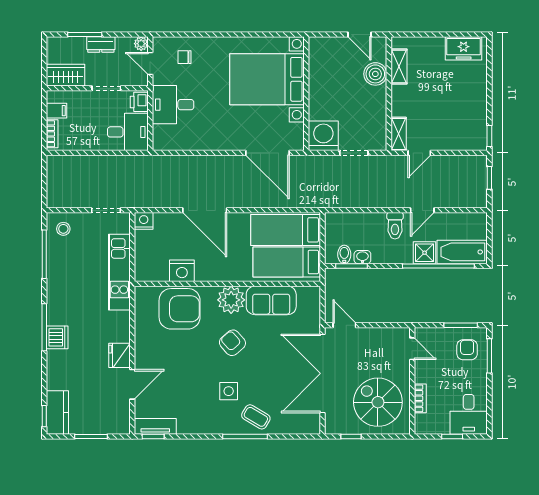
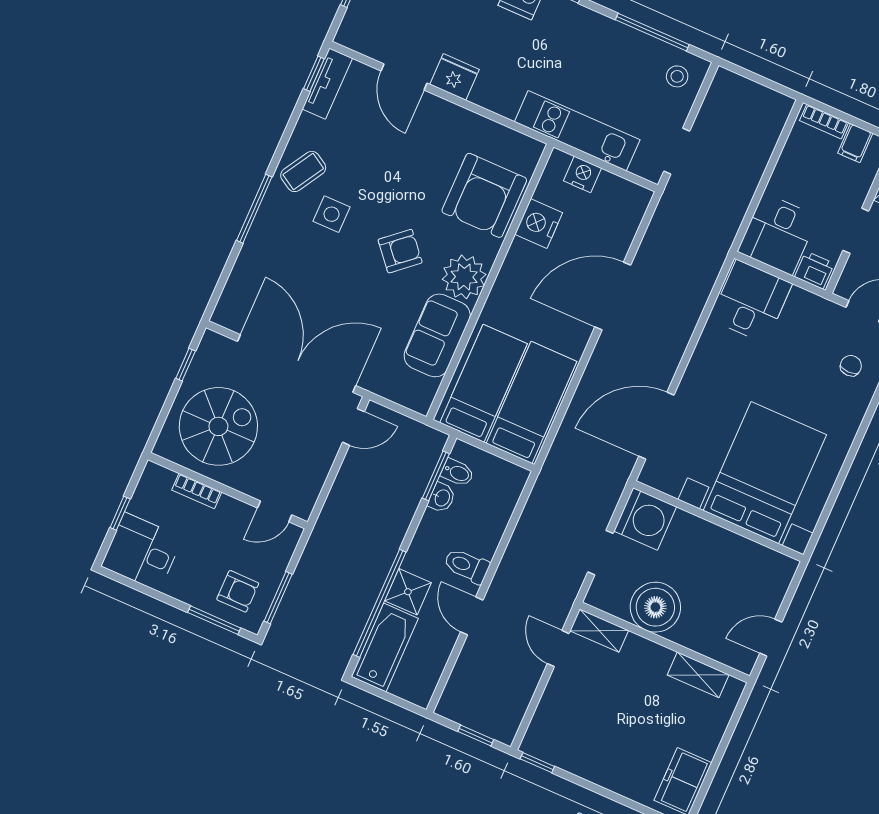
boiler: (375, 74) -> (655, 607), moved, width x1.37, depth x1.37
desk: (173, 105) -> (751, 302), moved
nightstand: (144, 221) -> (583, 174), moved, turned -90
coffee table: (256, 417) -> (303, 171), moved

